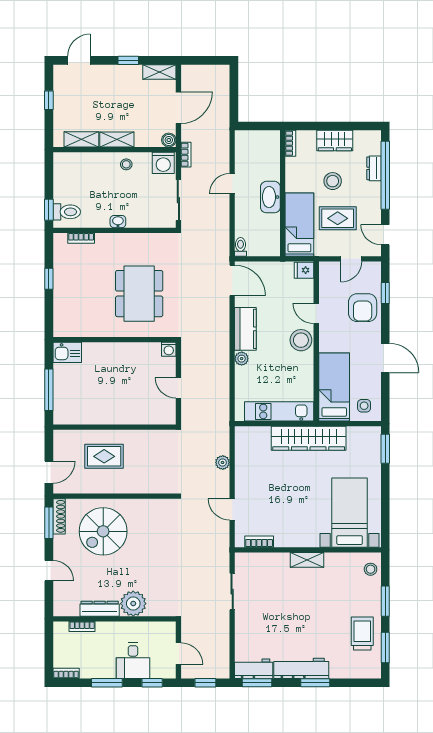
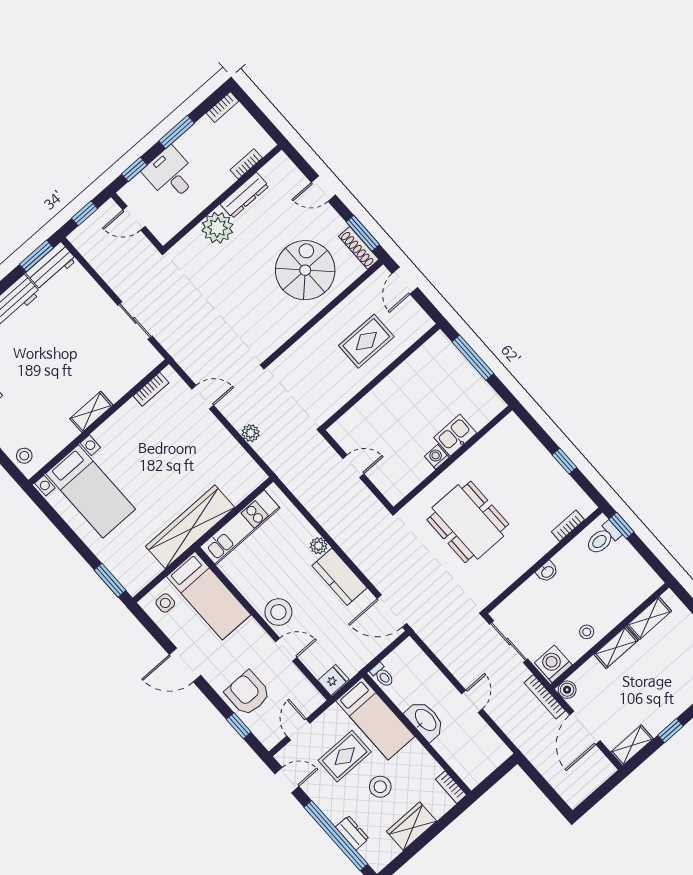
bookcase: (186, 155) -> (545, 697), width x1.56
toilet: (241, 247) -> (382, 675), moved
washing machine: (169, 349) -> (437, 457), moved
kitchen sink: (67, 352) -> (455, 435), moved

